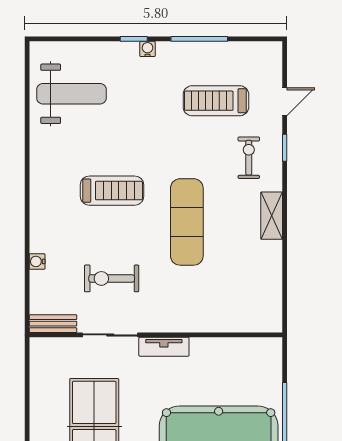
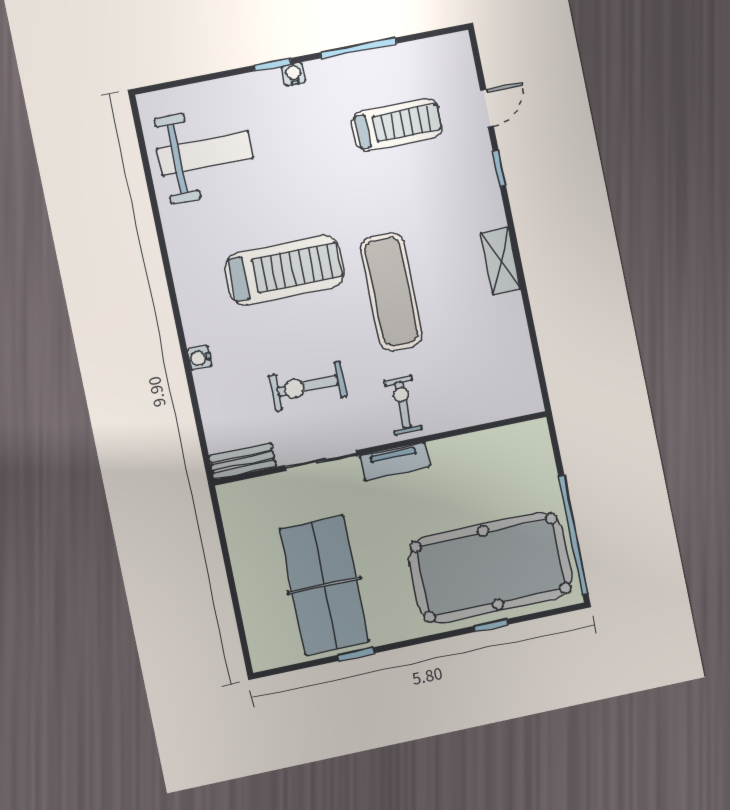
treadmill: (216, 101) -> (397, 125), turned 180
exercise bike: (249, 158) -> (403, 405), moved
treadmill: (112, 191) -> (285, 270), width x1.37, depth x1.38
water cooler: (37, 261) -> (199, 358), moved

